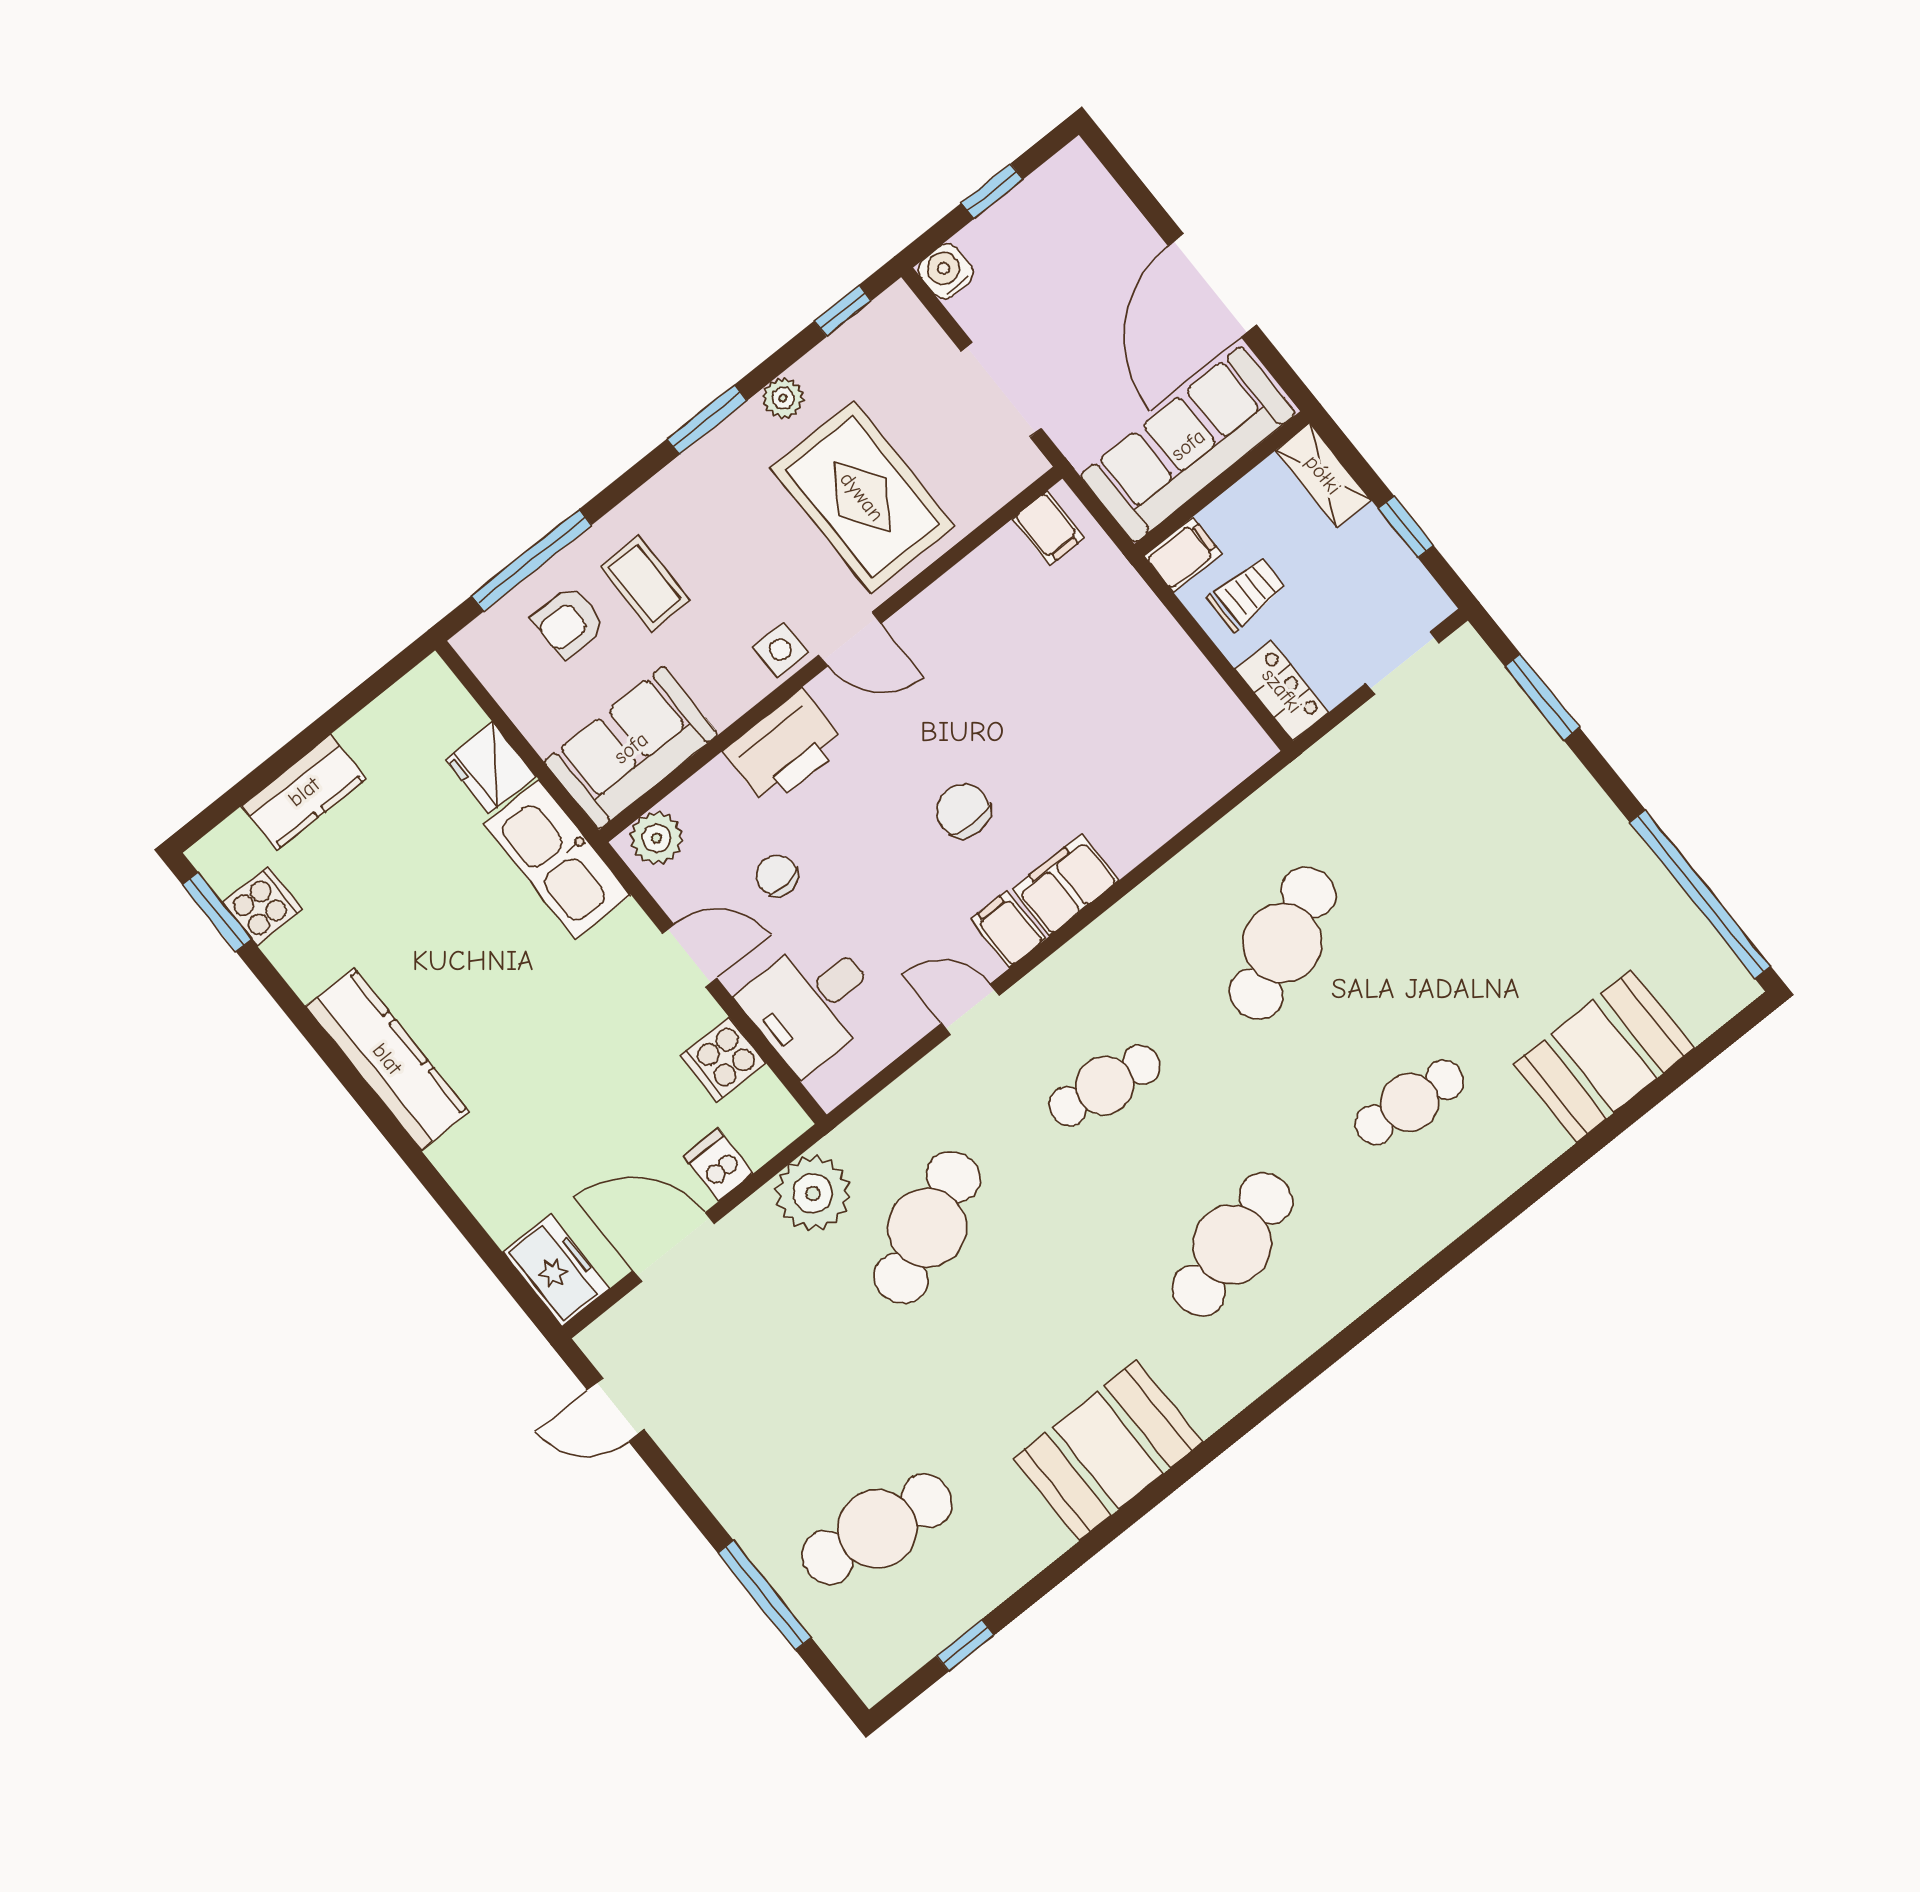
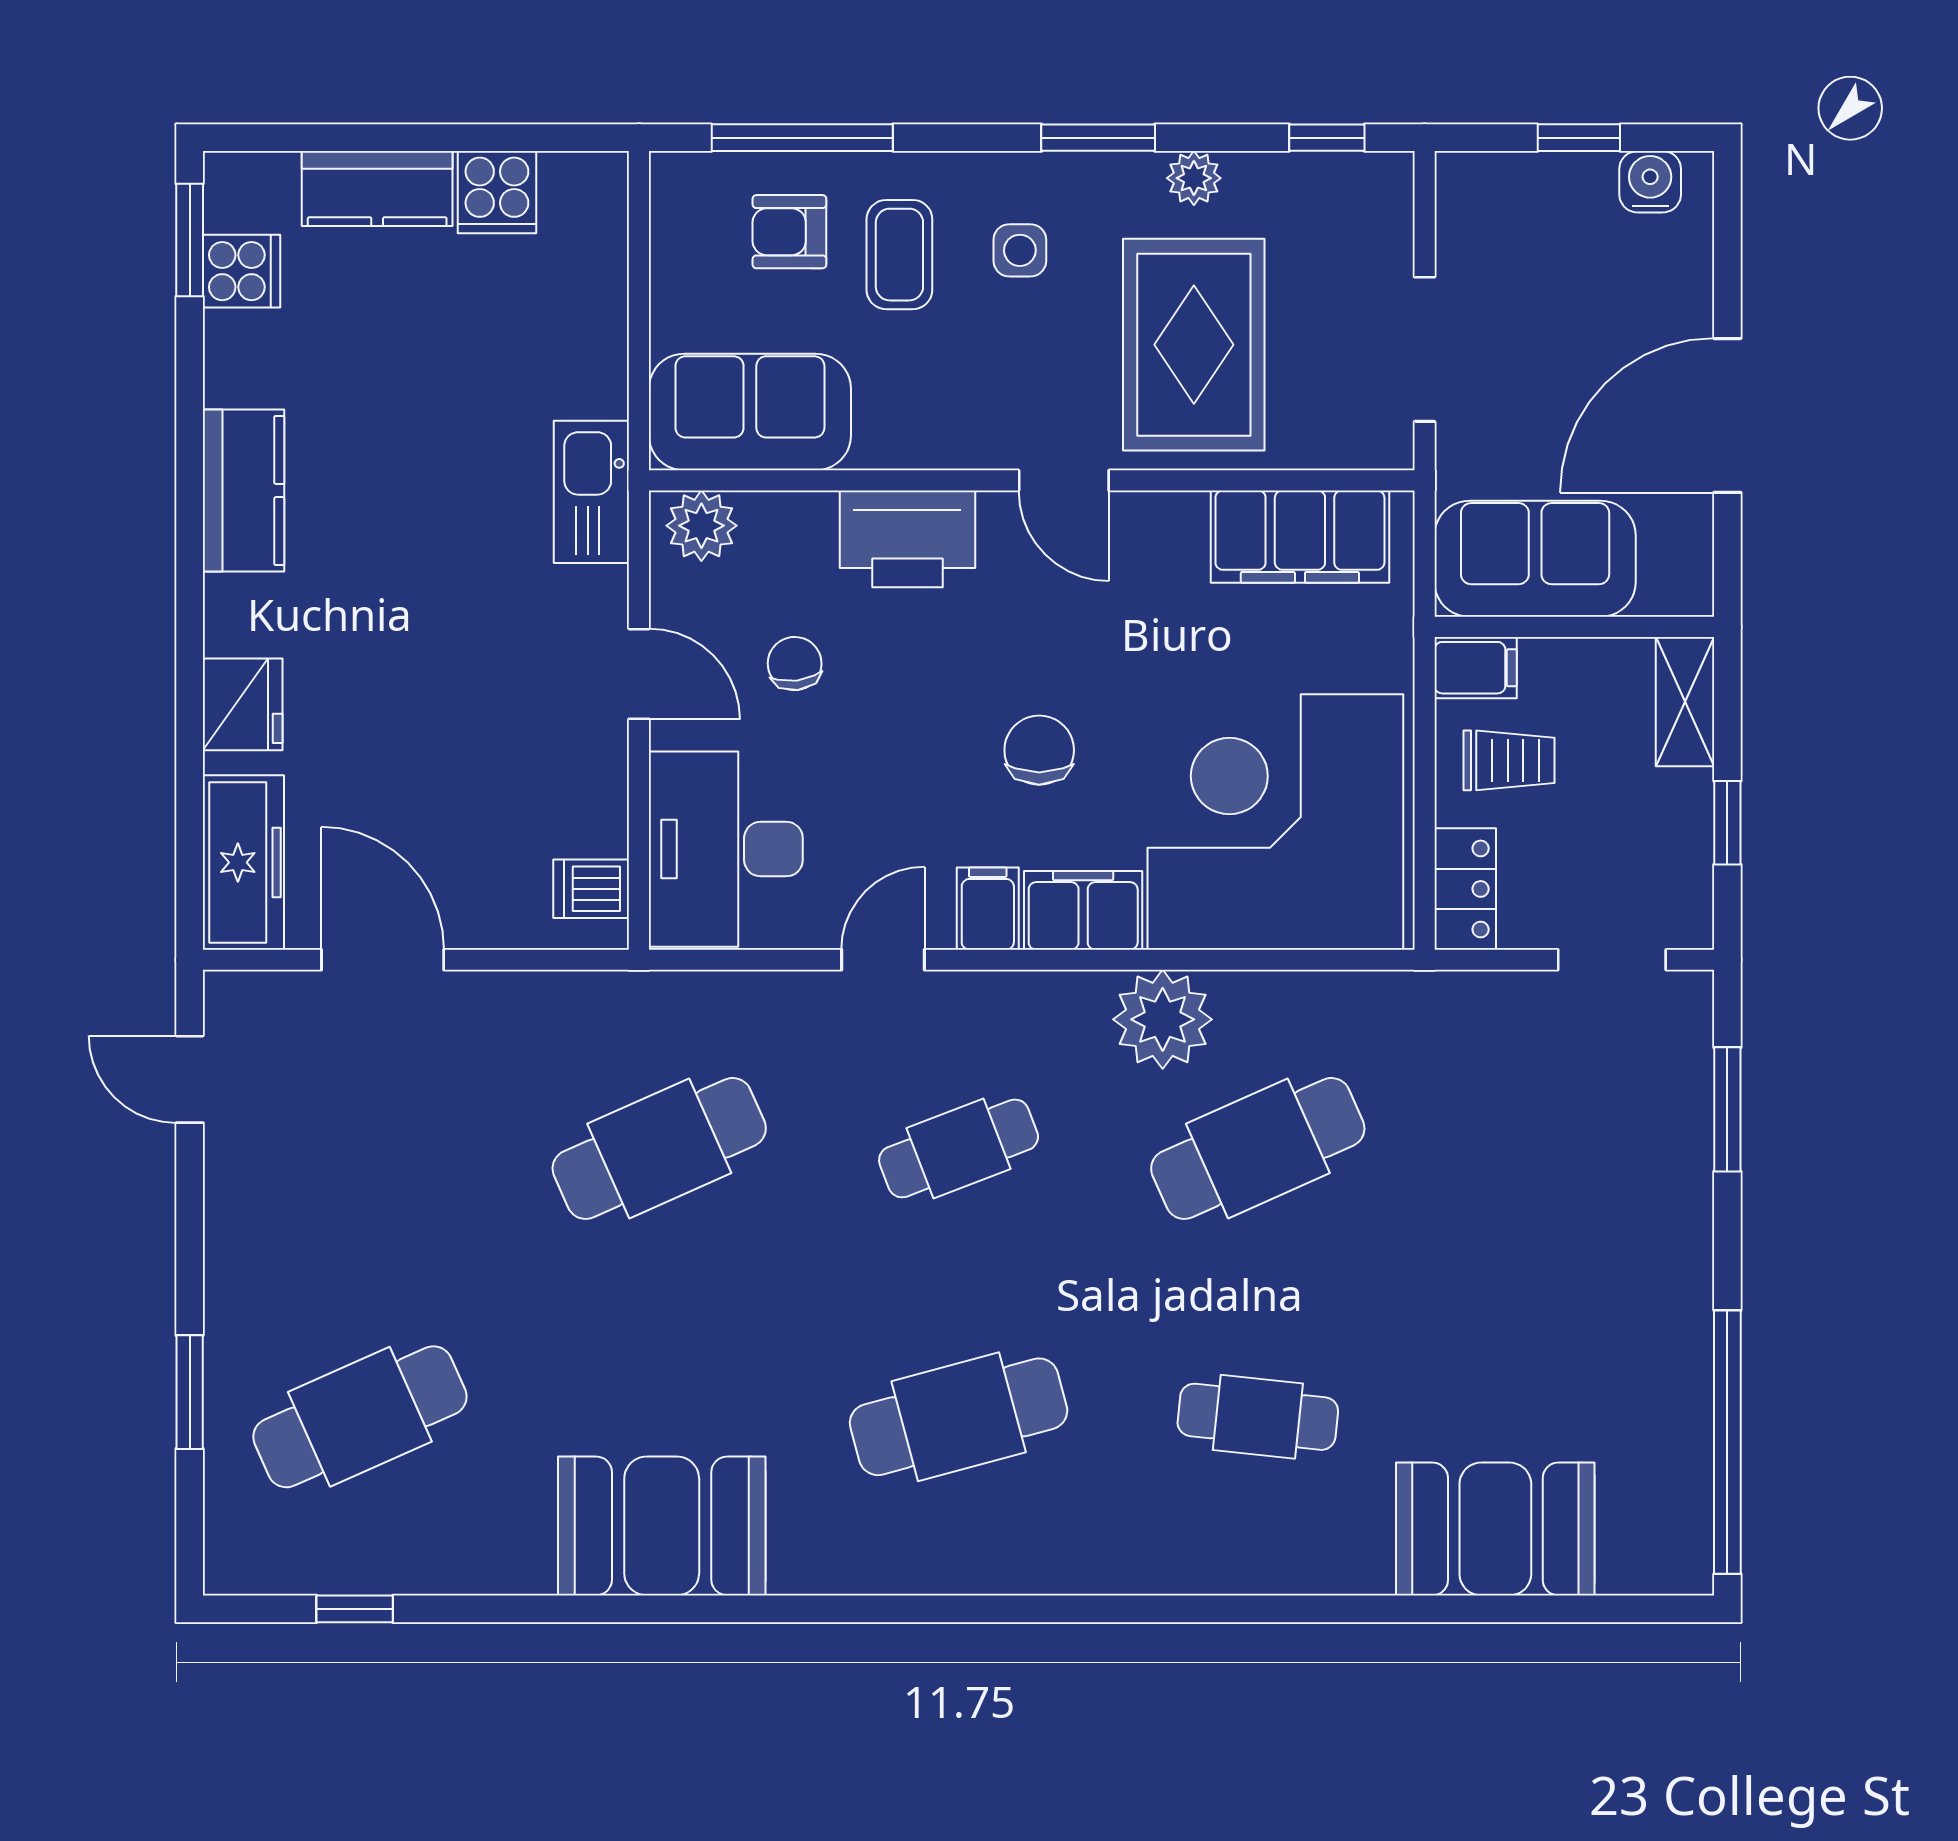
water cooler: (946, 271) -> (1650, 182), moved
sofa: (1188, 445) -> (1535, 559), width x0.73
filing cabinet: (1049, 528) -> (1300, 537), width x3.00, depth x1.17
side table: (780, 650) -> (1020, 250), moved
corner desk: (1137, 741) -> (1275, 822), added
fridge: (491, 768) -> (243, 704), moved, turned 180
kitchen sink: (557, 859) -> (591, 492), width x0.73, depth x0.81
desk: (812, 1003) -> (726, 849), width x1.37
door: (970, 1009) -> (883, 960), hinge flipped
kitchen counter: (387, 1059) -> (244, 490), width x0.67
cooker: (723, 1060) -> (497, 192), moved, turned -90
cafe table: (1105, 1085) -> (959, 1148), turned -30
dishwasher: (719, 1164) -> (591, 889), moved, turned -90
plant: (813, 1193) -> (1163, 1019), moved
freezer: (557, 1270) -> (243, 862), width x1.40
cafe table: (877, 1529) -> (360, 1417), turned -33
window: (764, 1595) -> (190, 1392), width x0.69

